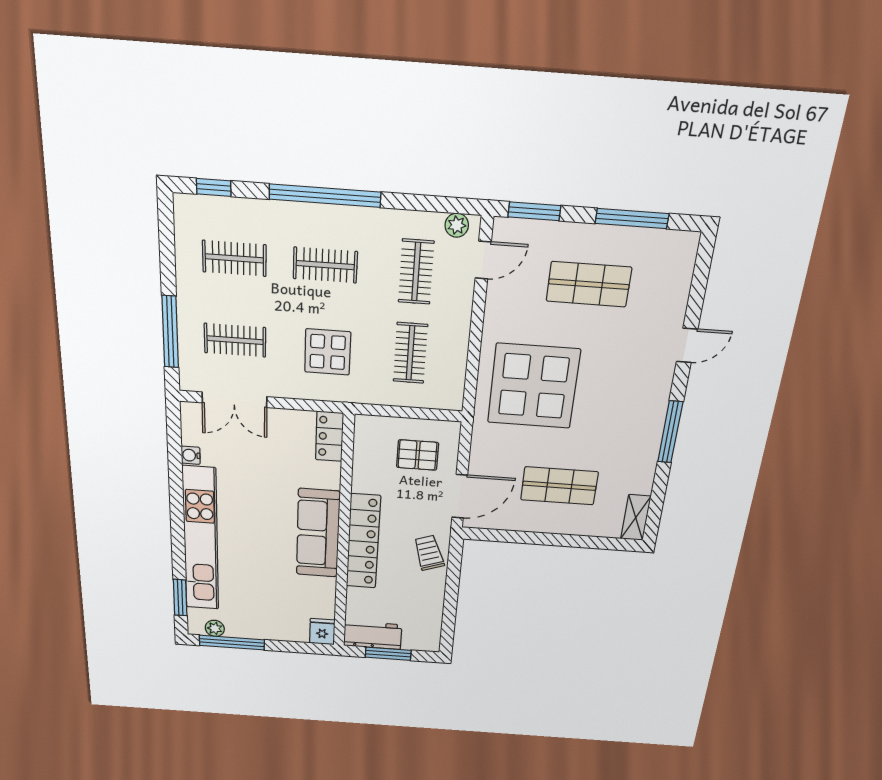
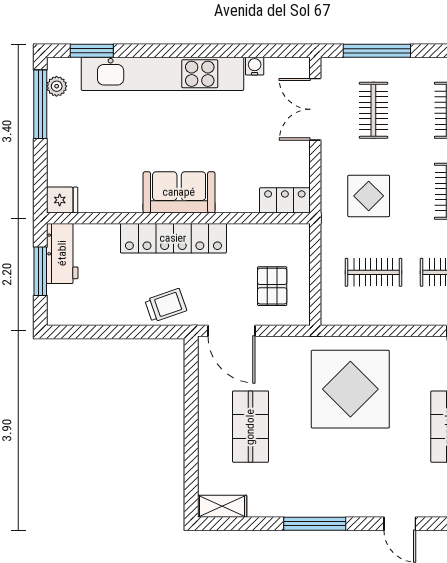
sofa: (318, 533) -> (179, 192), width x0.73

